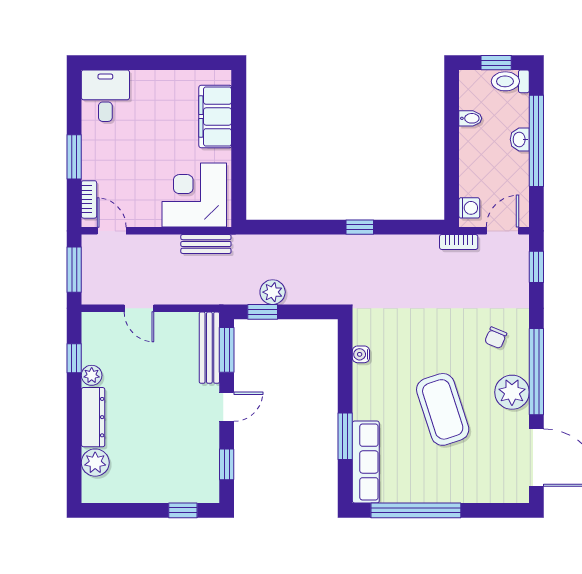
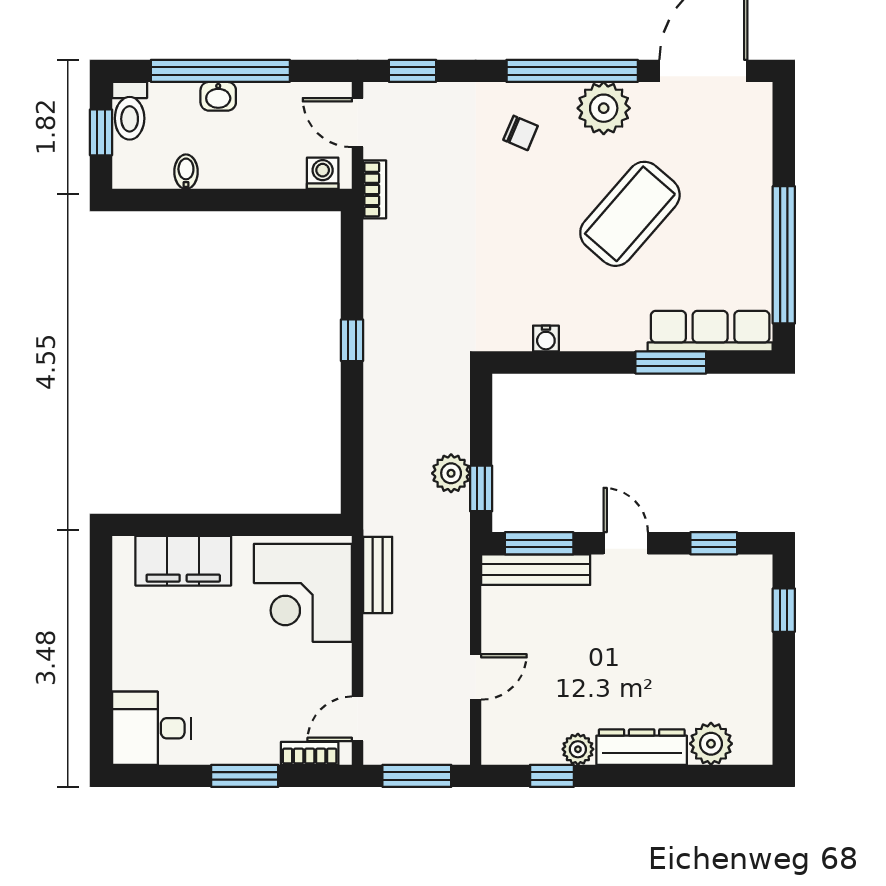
coffee table: (443, 409) -> (630, 214), turned -31

